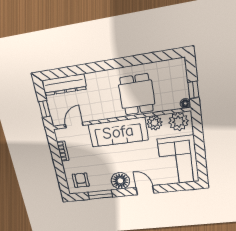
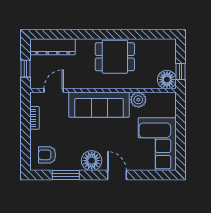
dining table: (137, 94) -> (115, 57), moved, turned 90
floor lamp: (185, 103) -> (167, 80), width x1.89, depth x1.89
plant: (179, 122) -> (162, 102), removed
armchair: (81, 180) -> (47, 155), turned -90

